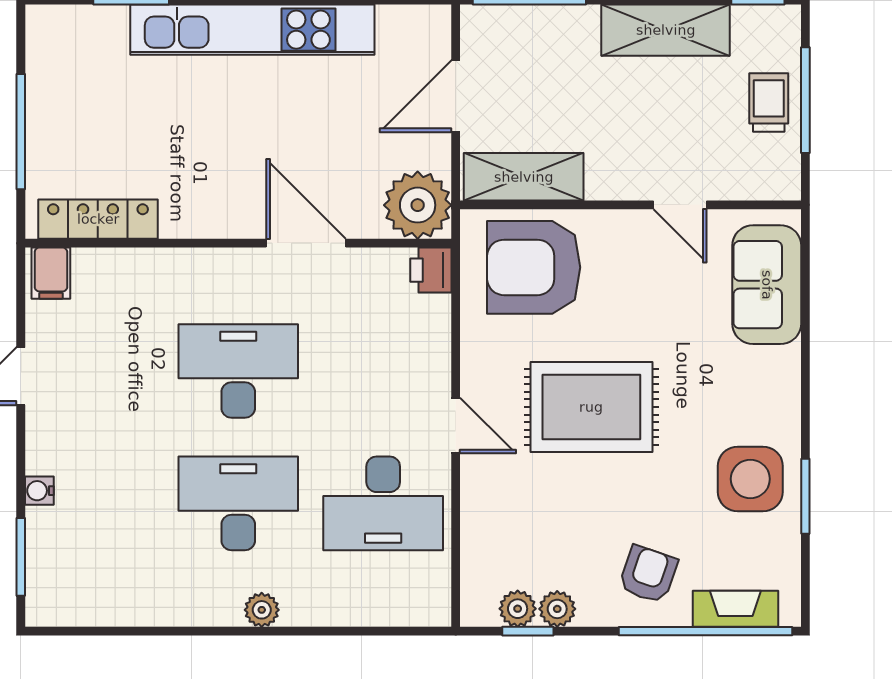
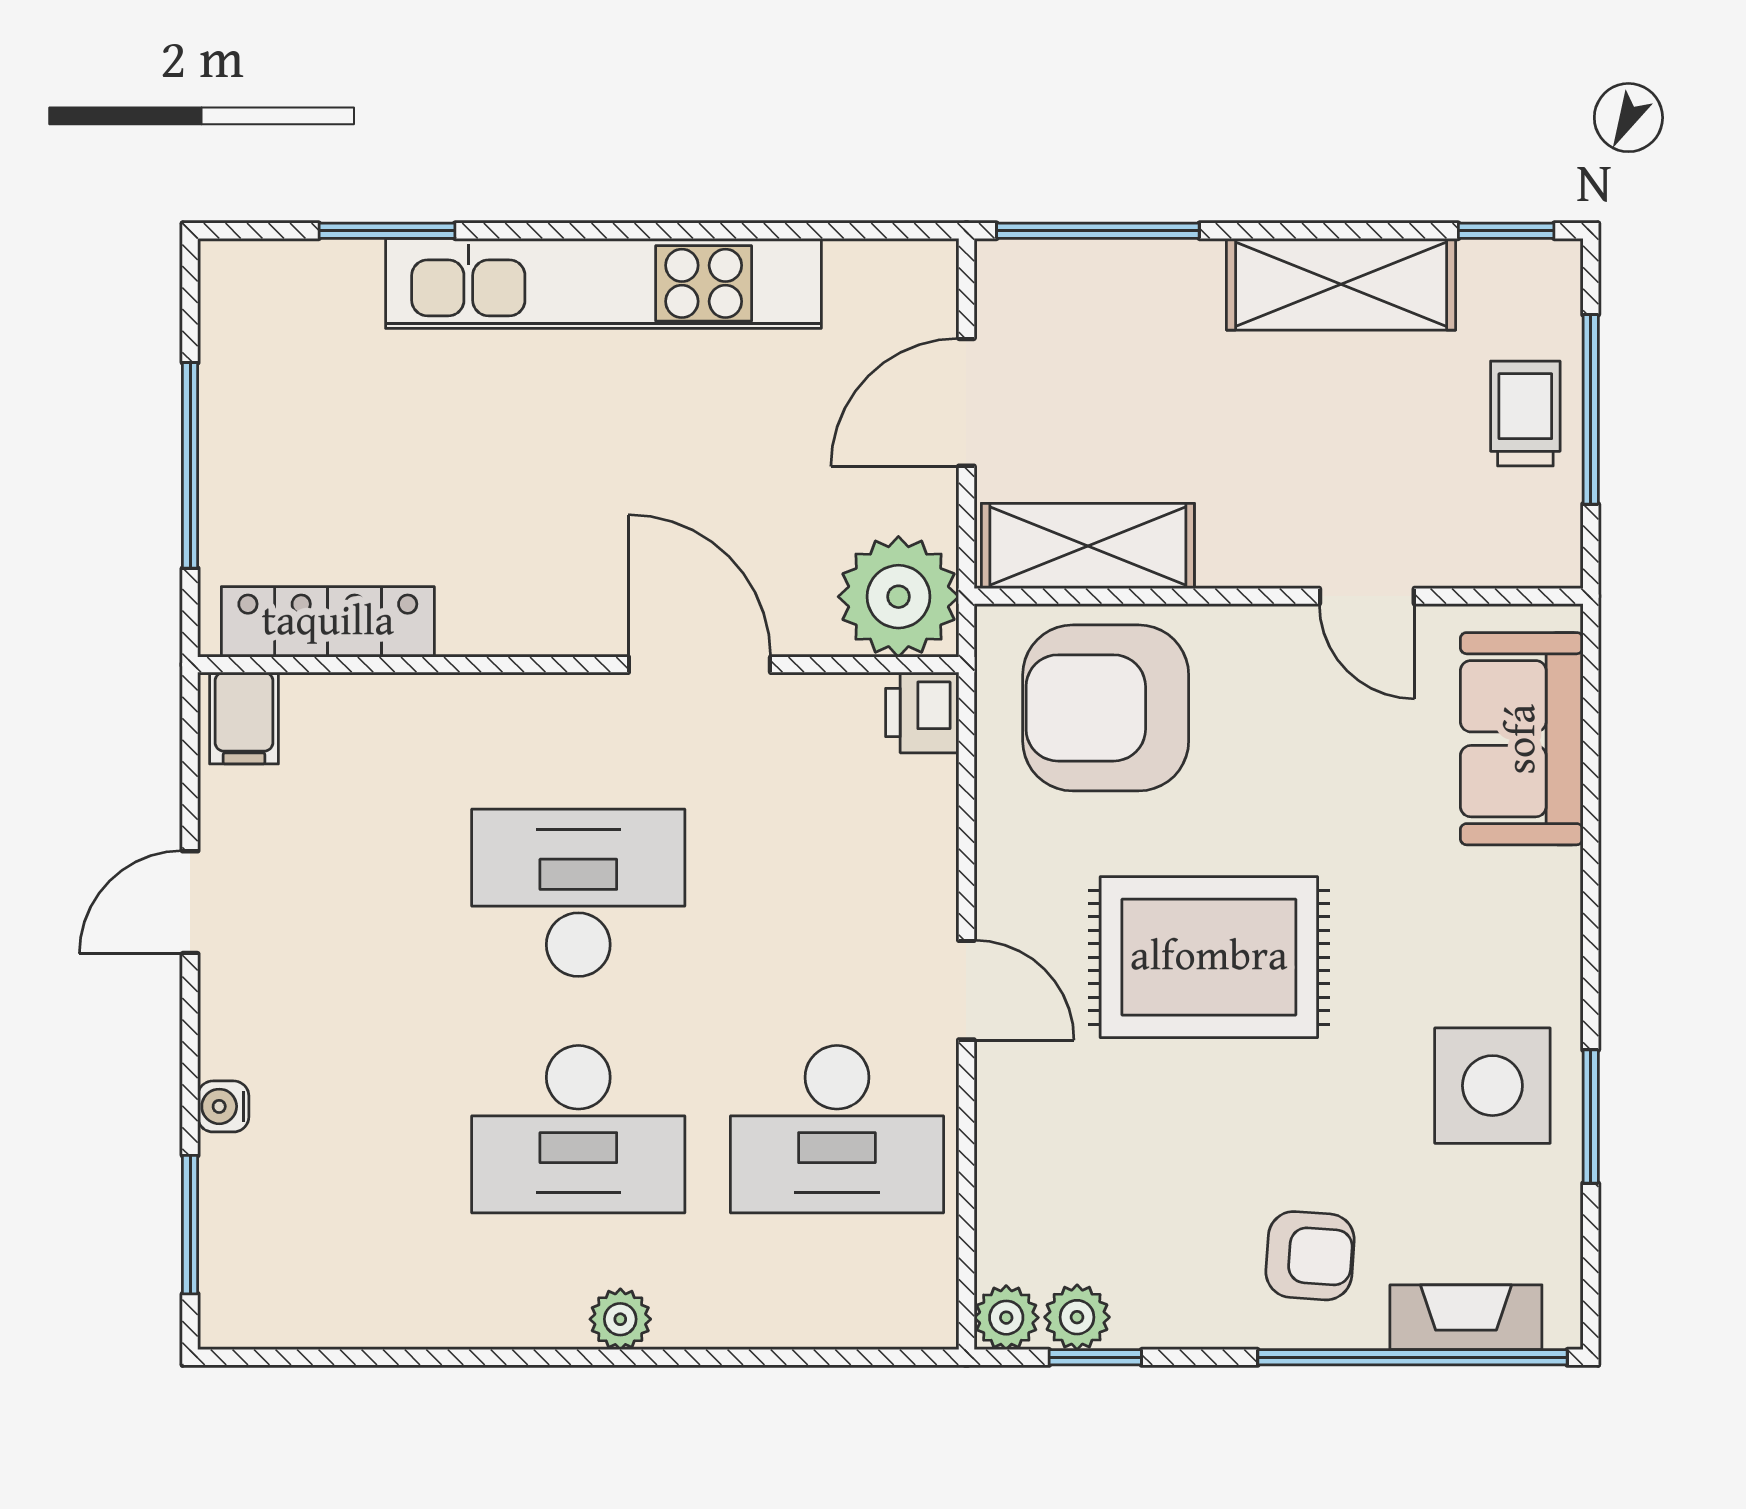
desk: (238, 503) -> (578, 1129), turned 180
armchair: (648, 574) -> (1310, 1256), turned 75
plant: (557, 609) -> (1006, 1318), moved

